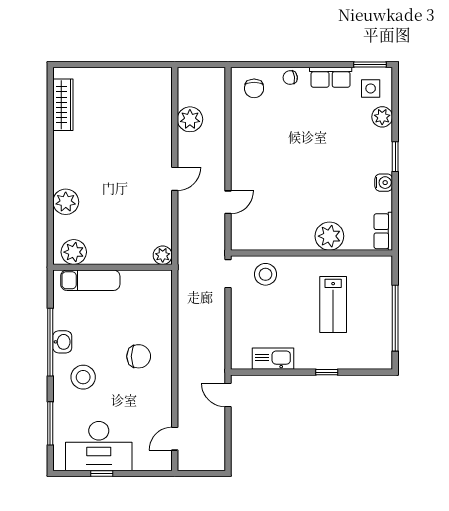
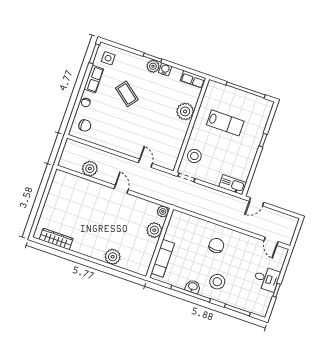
plant: (382, 117) -> (153, 66), moved
coffee table: (325, 137) -> (127, 94), added
plant: (74, 252) -> (154, 230), moved
kitchen sink: (273, 359) -> (233, 185), moved, turned 90
desk: (99, 446) -> (267, 279), width x0.53, depth x0.77

